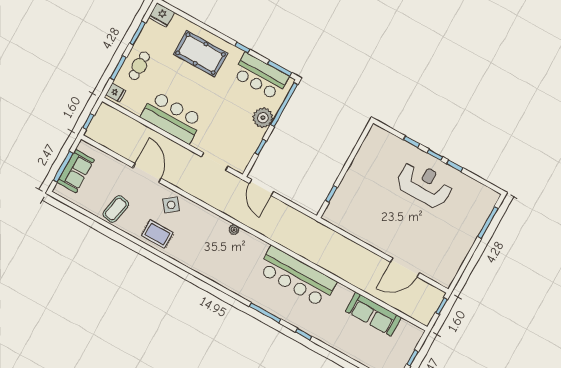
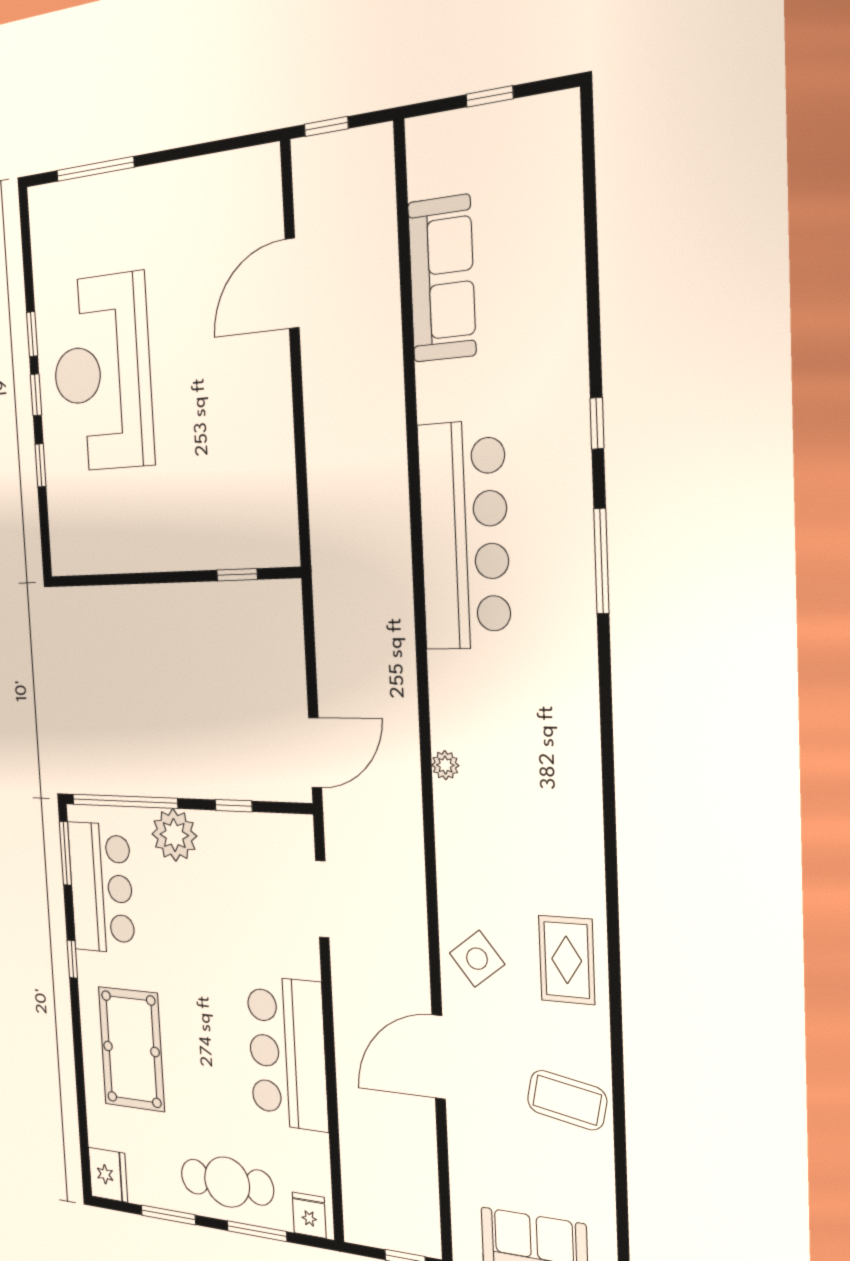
cafe table: (139, 66) -> (227, 1182), width x1.37, depth x1.35
reception desk: (424, 184) -> (102, 373), width x1.36, depth x1.30
door: (405, 267) -> (292, 283), swing flipped

